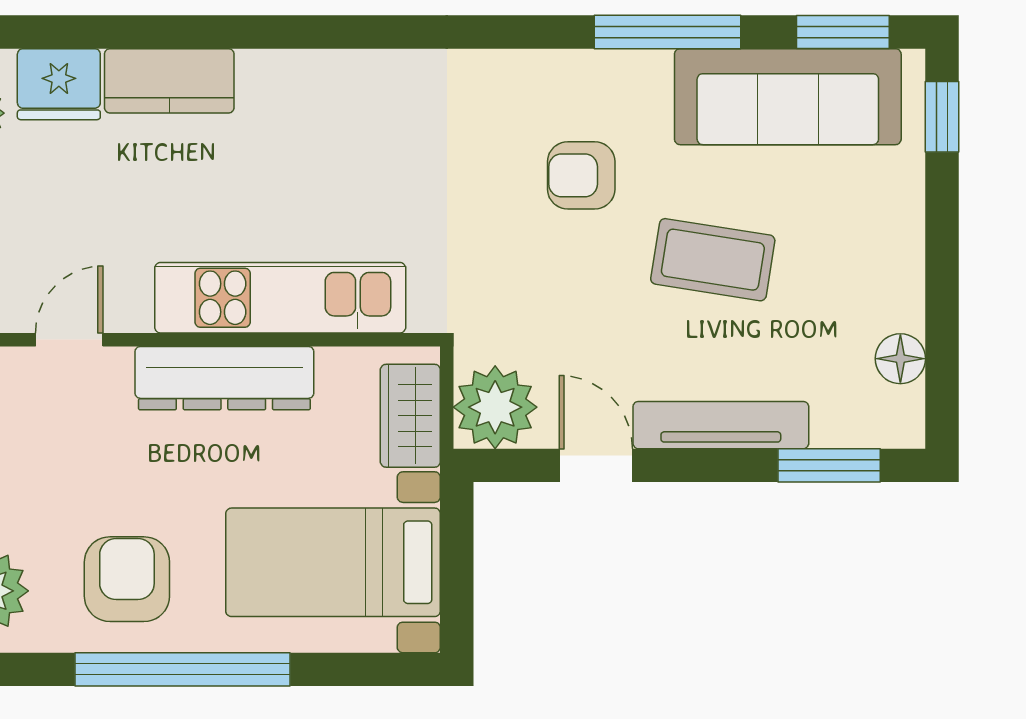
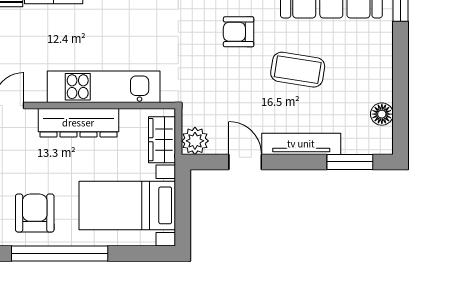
plant: (495, 407) -> (195, 141), width x0.73, depth x0.73

